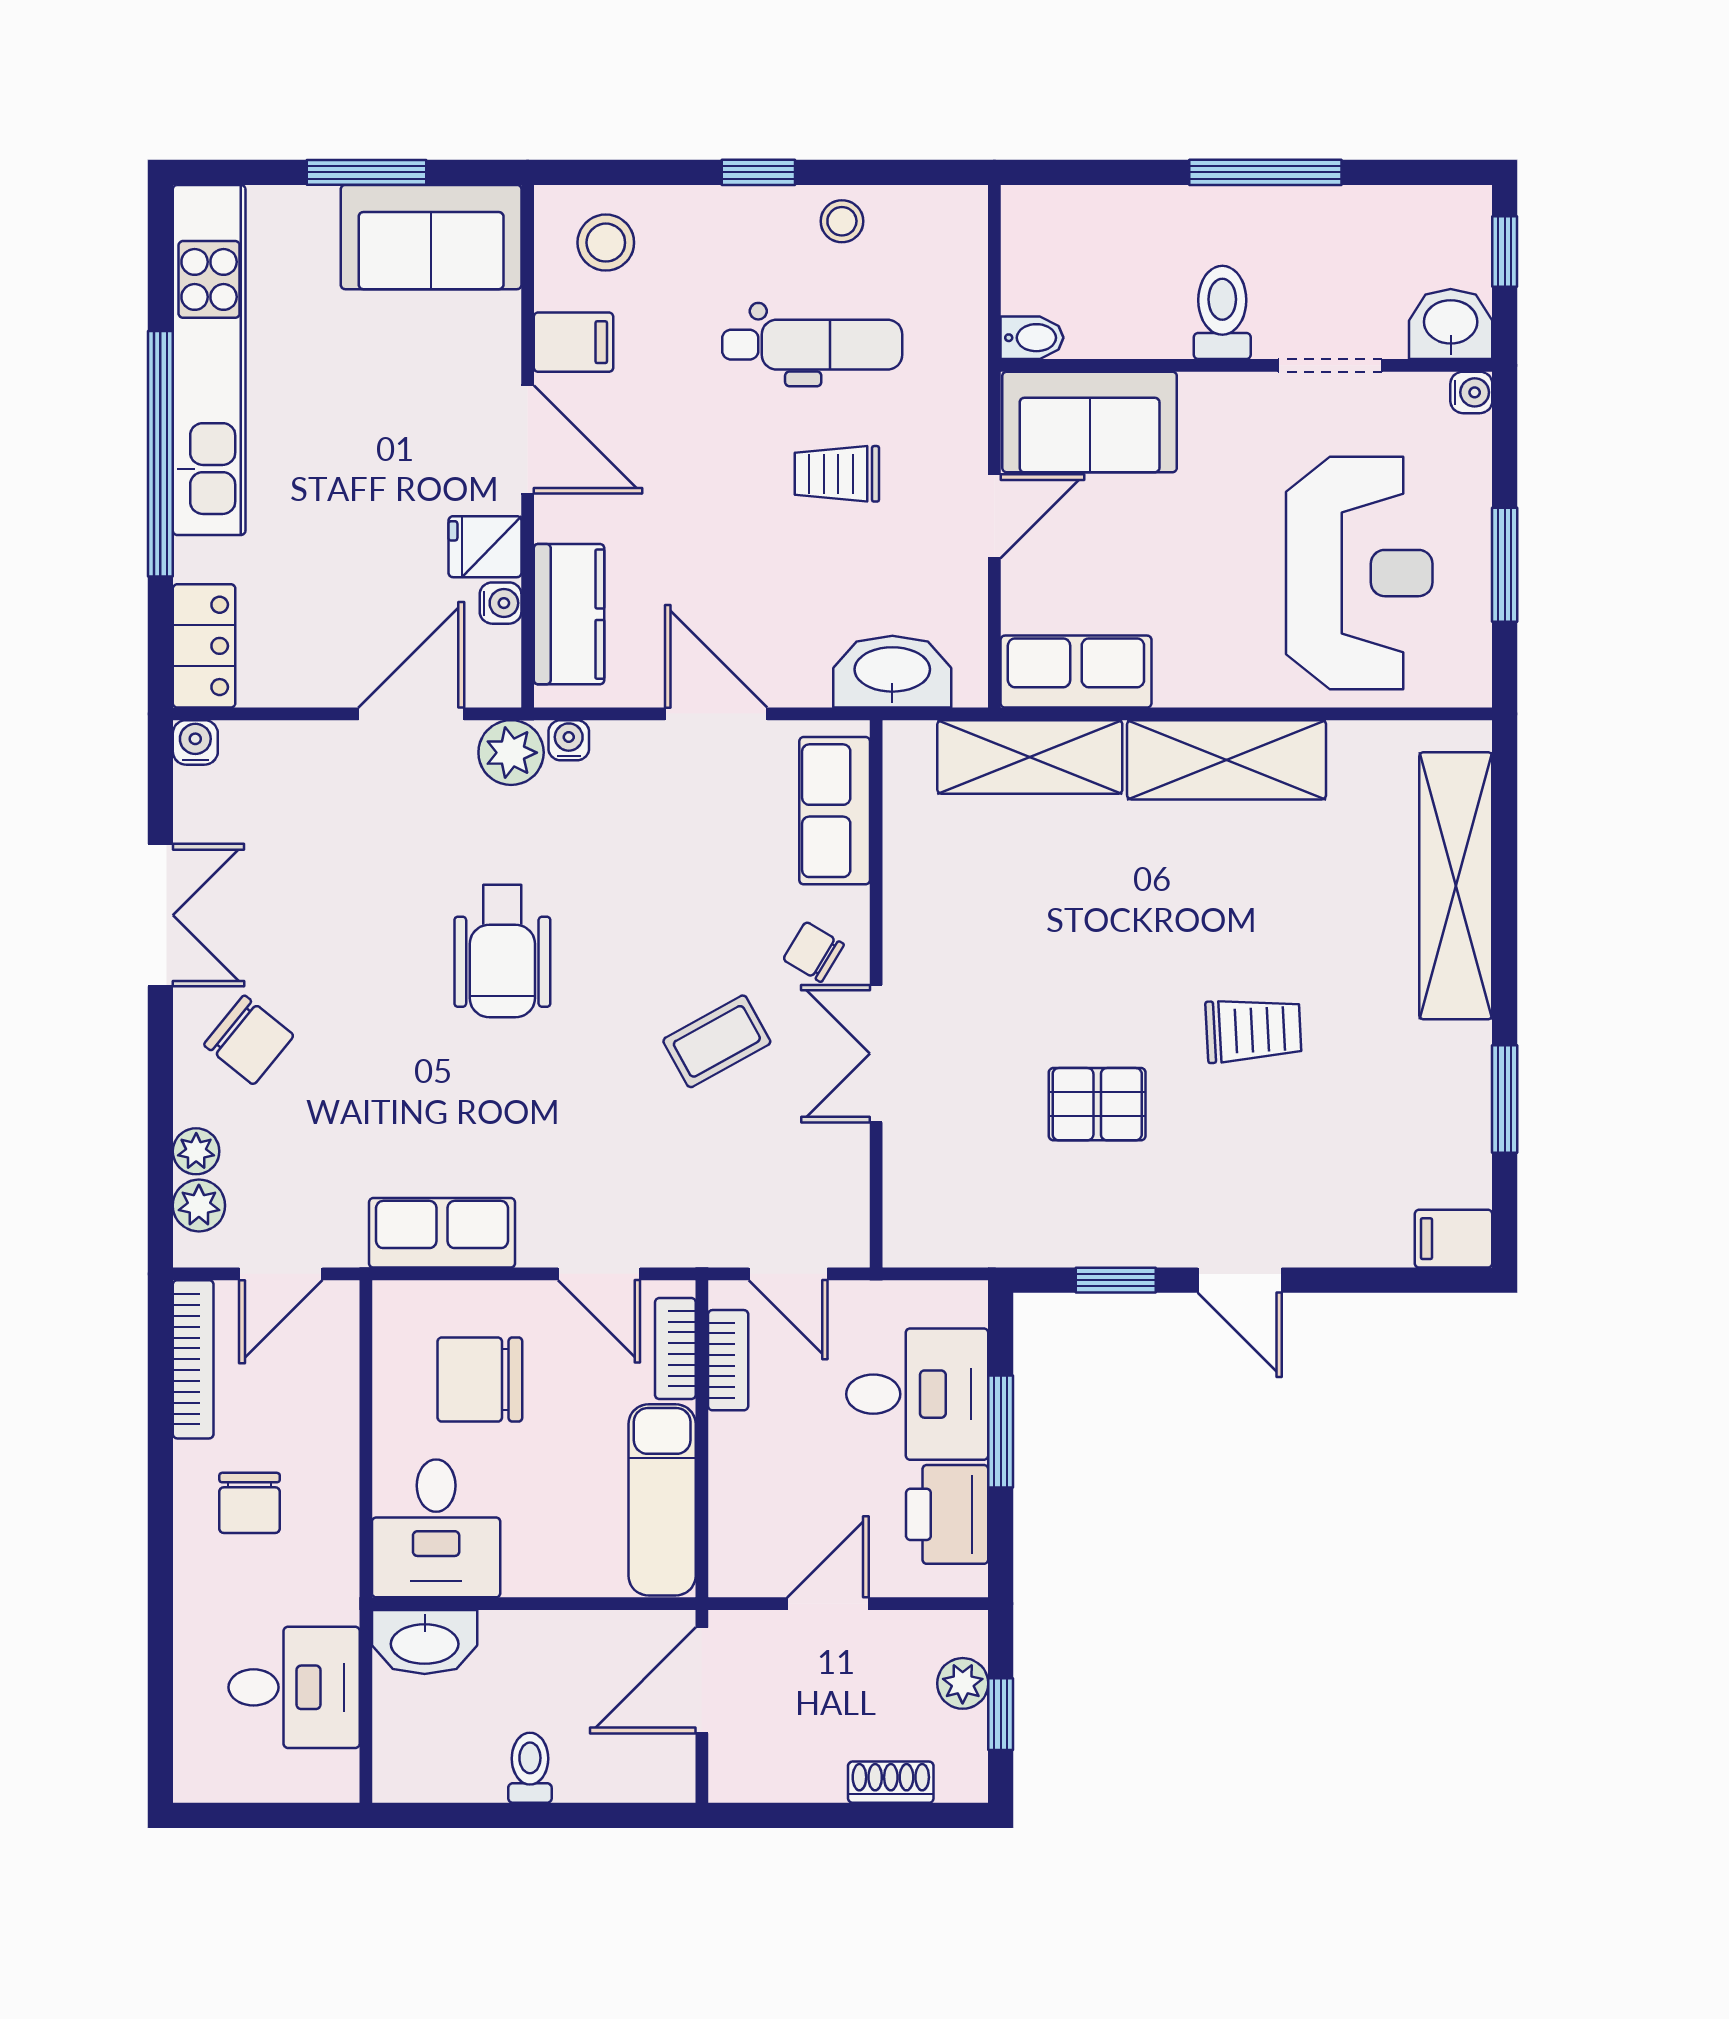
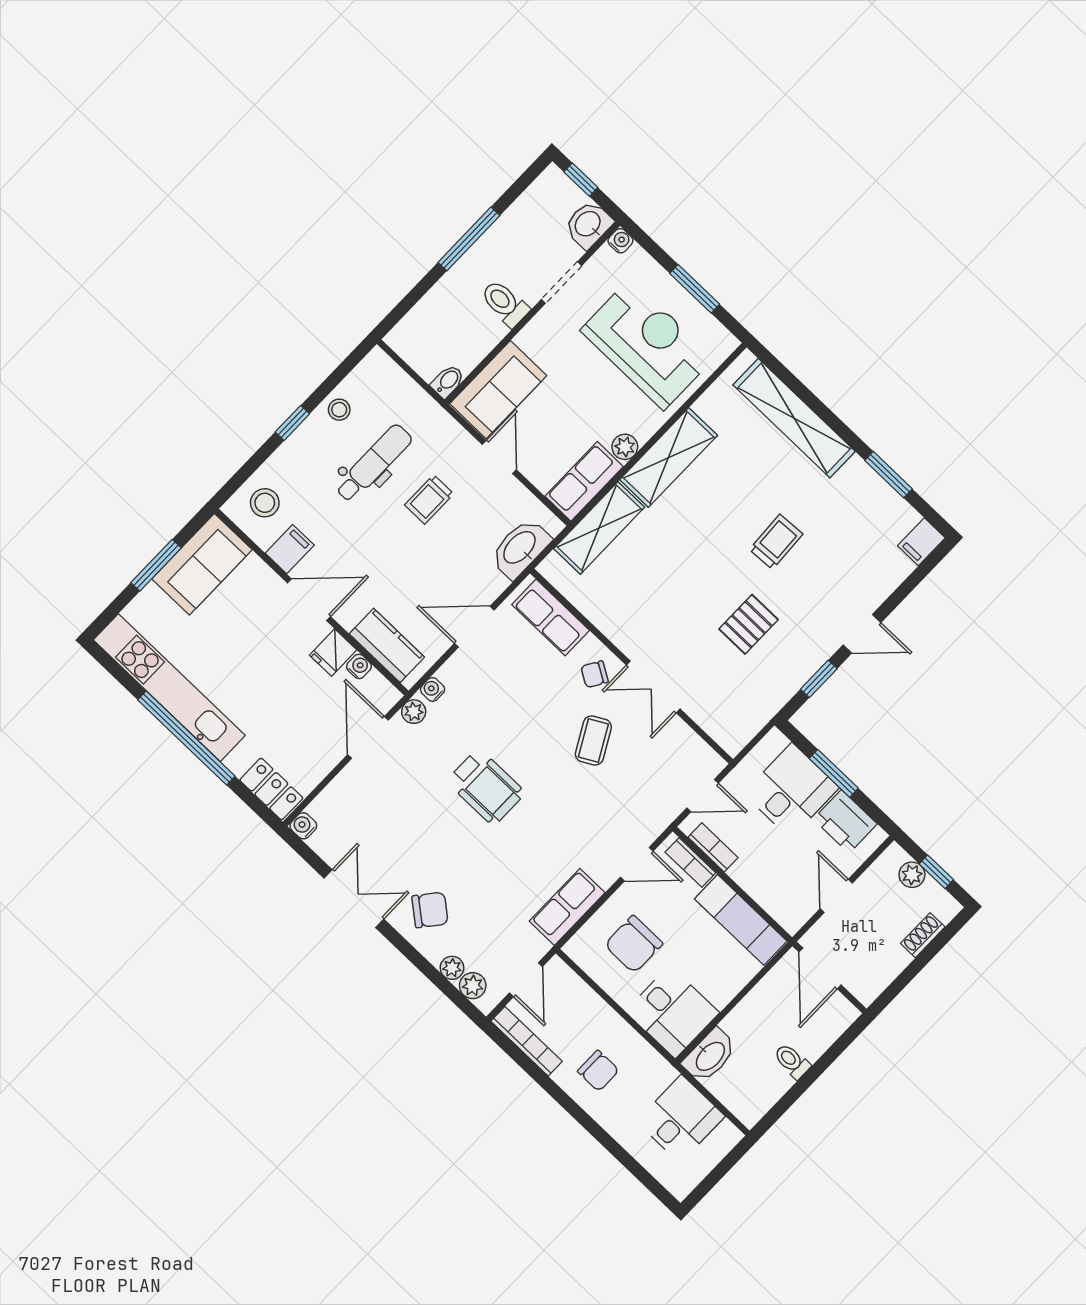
plant: (1182, 682) -> (625, 447), added
plant: (511, 753) -> (414, 712), width x0.73, depth x0.73

